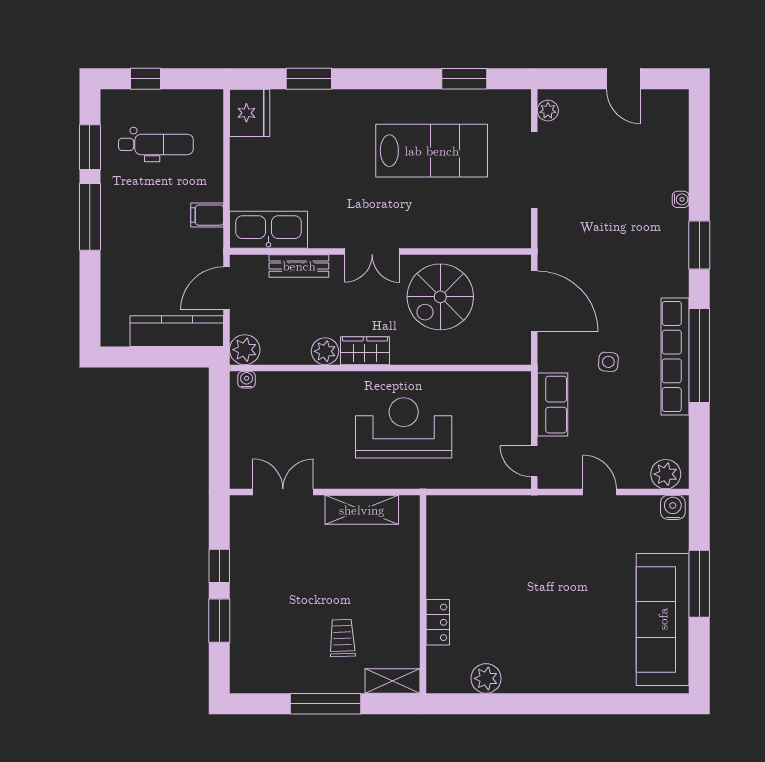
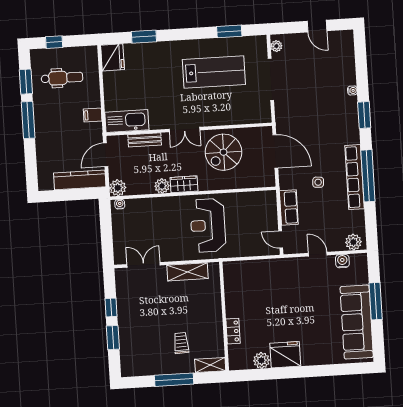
reception desk: (404, 428) -> (208, 225), turned -90
water cooler: (673, 507) -> (342, 261), moved
fridge: (530, 671) -> (285, 355), added

